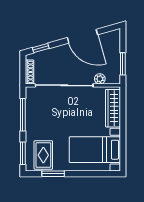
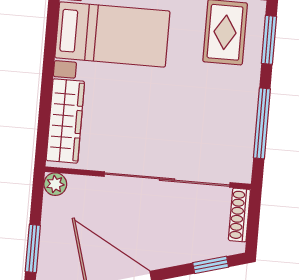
window: (123, 64) -> (33, 248), moved
plant: (100, 79) -> (55, 184), moved

